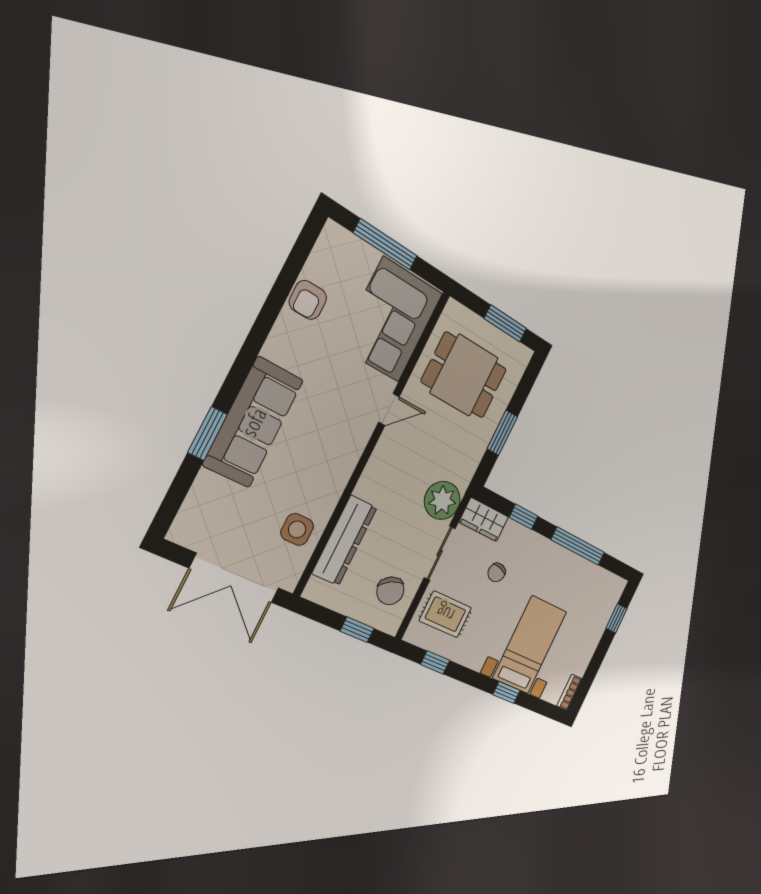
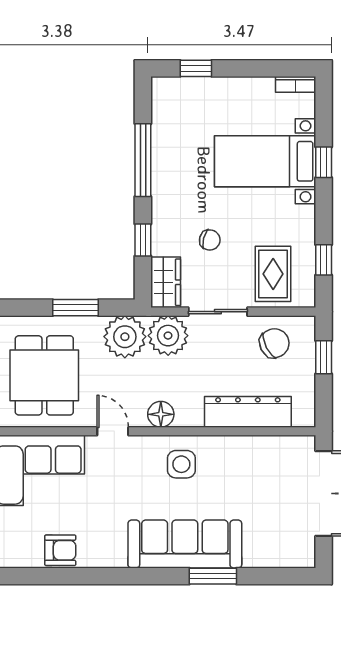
floor lamp: (382, 461) -> (161, 414), added
plant: (460, 462) -> (125, 337), added
side table: (297, 529) -> (181, 464), moved

